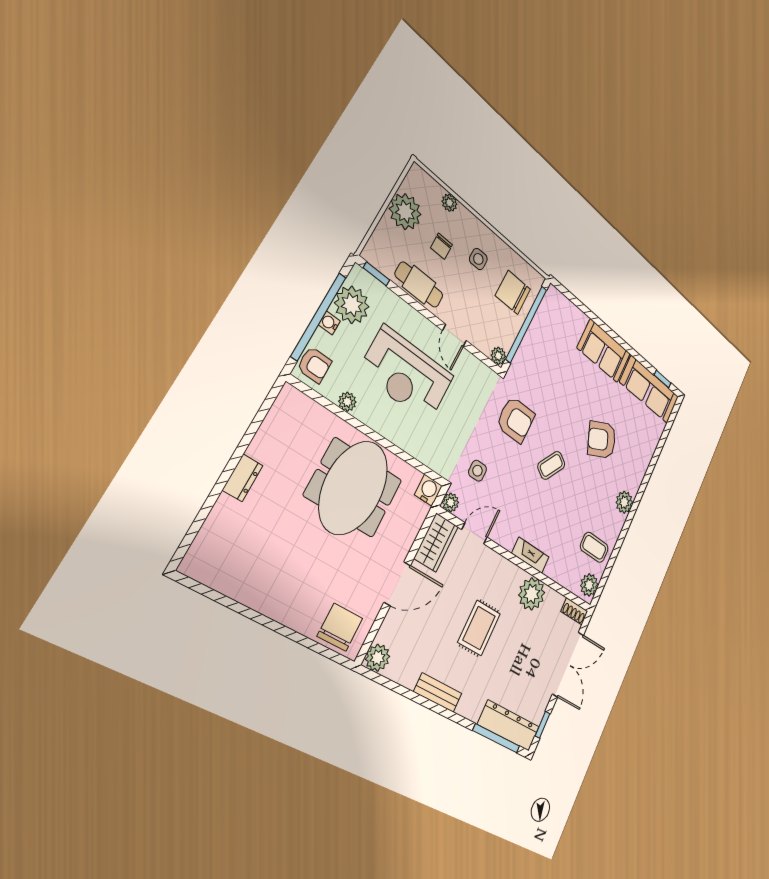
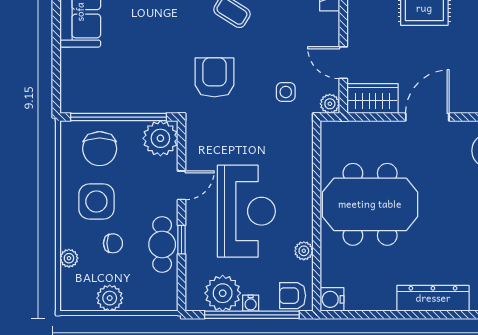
plant: (405, 212) -> (110, 298), width x0.73, depth x0.73
side table: (478, 259) -> (96, 202), width x1.87, depth x1.87
window: (376, 274) -> (182, 240), moved
plant: (498, 356) -> (160, 138), width x1.88, depth x1.88
armchair: (314, 365) -> (293, 296), turned -90
dresser: (243, 478) -> (433, 298), width x1.96, depth x1.24
water cooler: (428, 490) -> (332, 299), moved
door: (397, 584) -> (427, 117), hinge flipped

